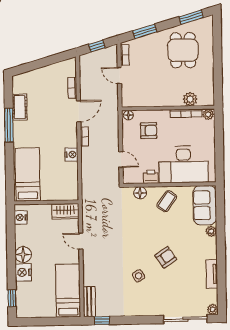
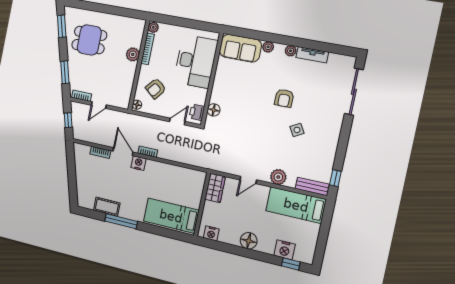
plant: (190, 99) -> (133, 54), moved
armchair: (149, 131) -> (156, 88), turned -141
nightstand: (71, 154) -> (138, 163), moved
printer: (151, 177) -> (197, 112), moved
coffee table: (167, 201) -> (228, 85), removed
armchair: (166, 257) -> (284, 98), turned -146
plant: (90, 269) -> (278, 177), added
nightstand: (23, 272) -> (285, 250), moved
plant: (213, 309) -> (291, 51), moved

